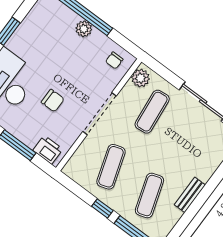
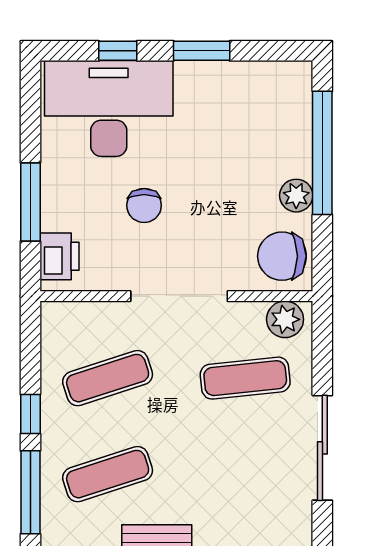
plant: (84, 29) -> (296, 196), moved
chair: (114, 60) -> (282, 256), width x1.87, depth x1.87

